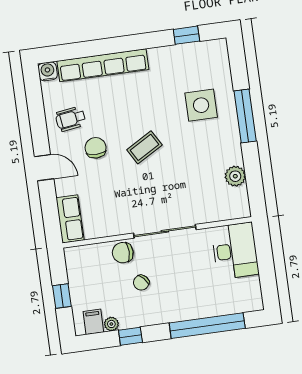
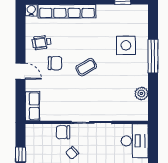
chair: (96, 148) -> (55, 63), turned 90

